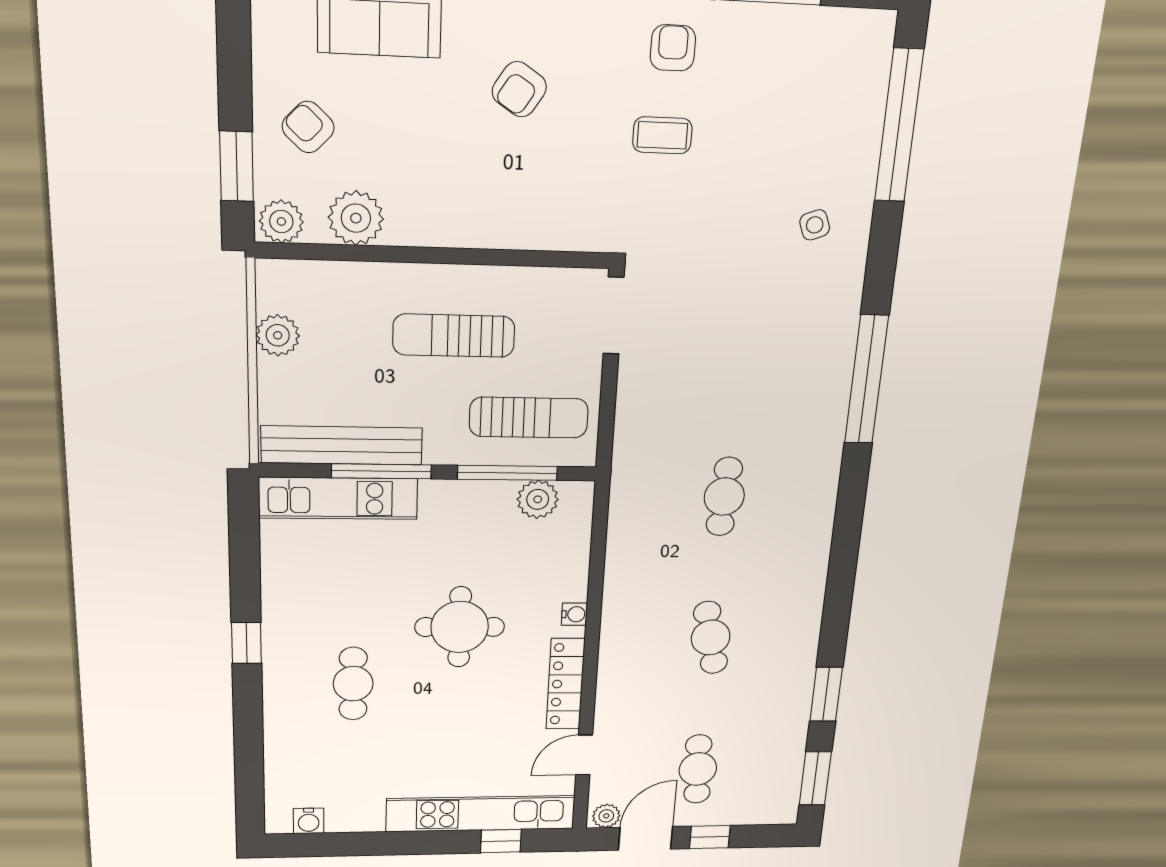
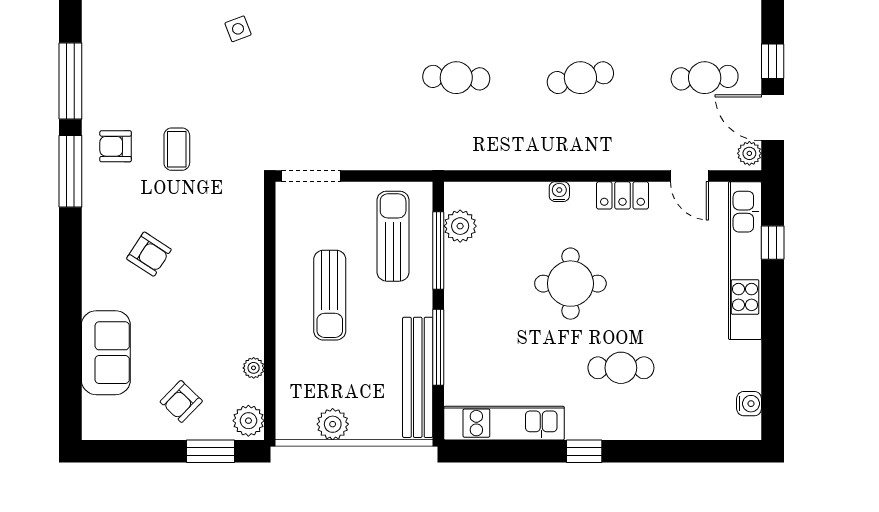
plant: (356, 218) -> (254, 368), width x0.53, depth x0.53
kitchen unit: (338, 498) -> (504, 423), moved, turned -90
locker: (565, 684) -> (622, 195), width x0.66

